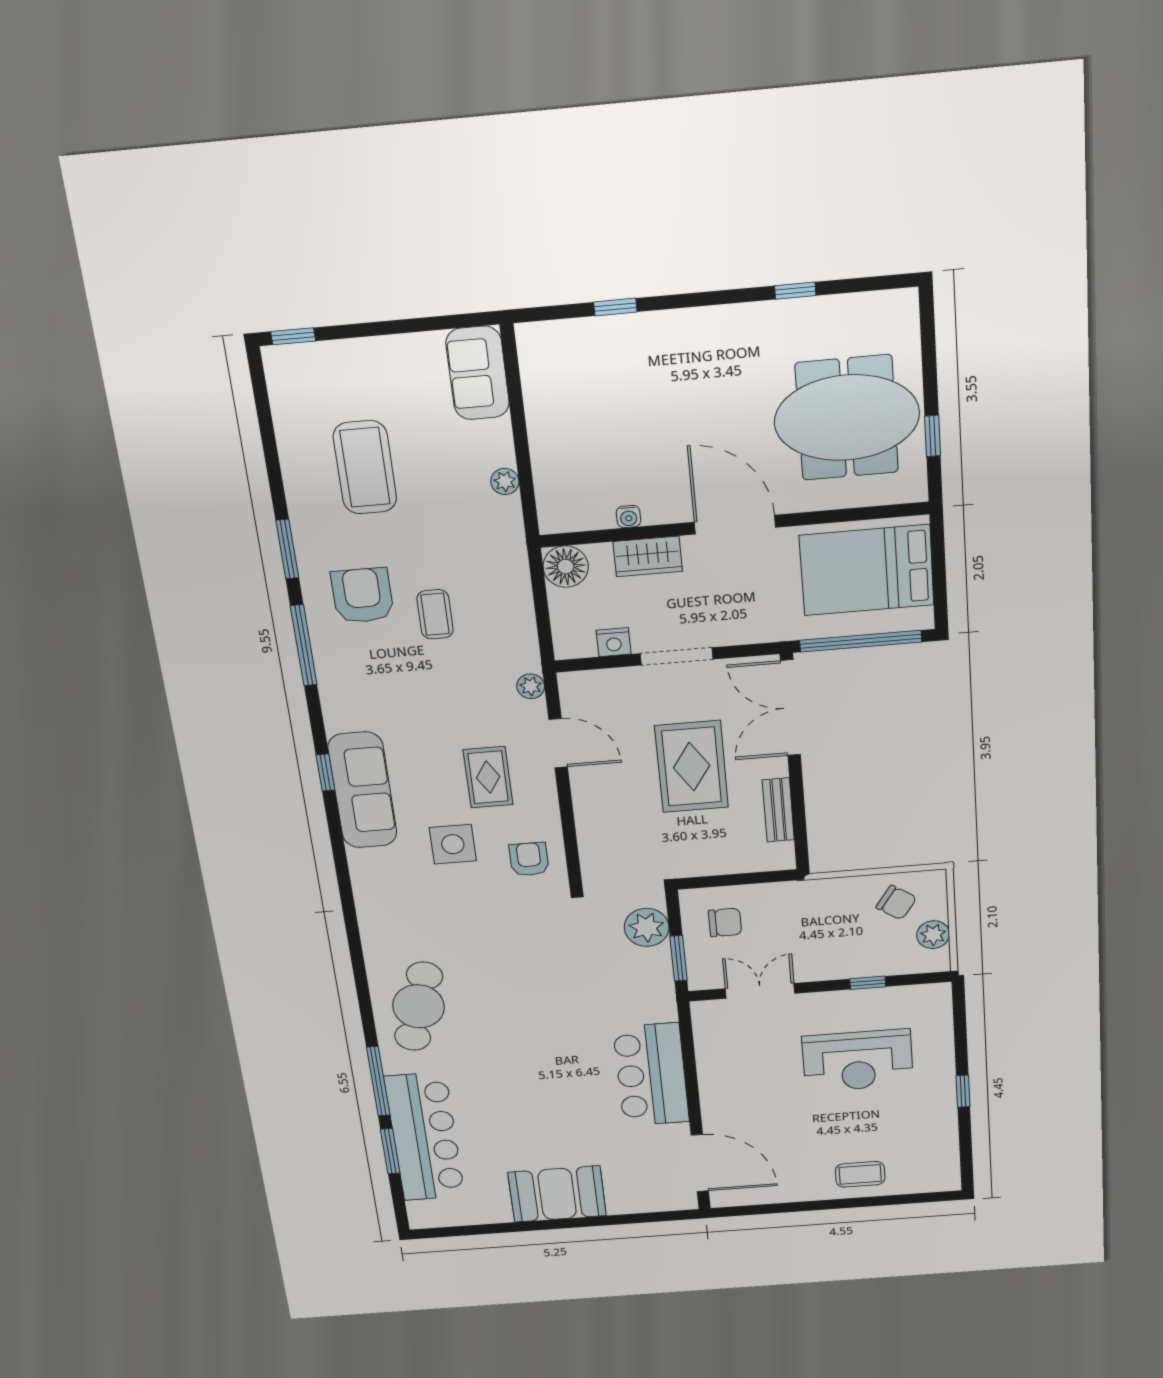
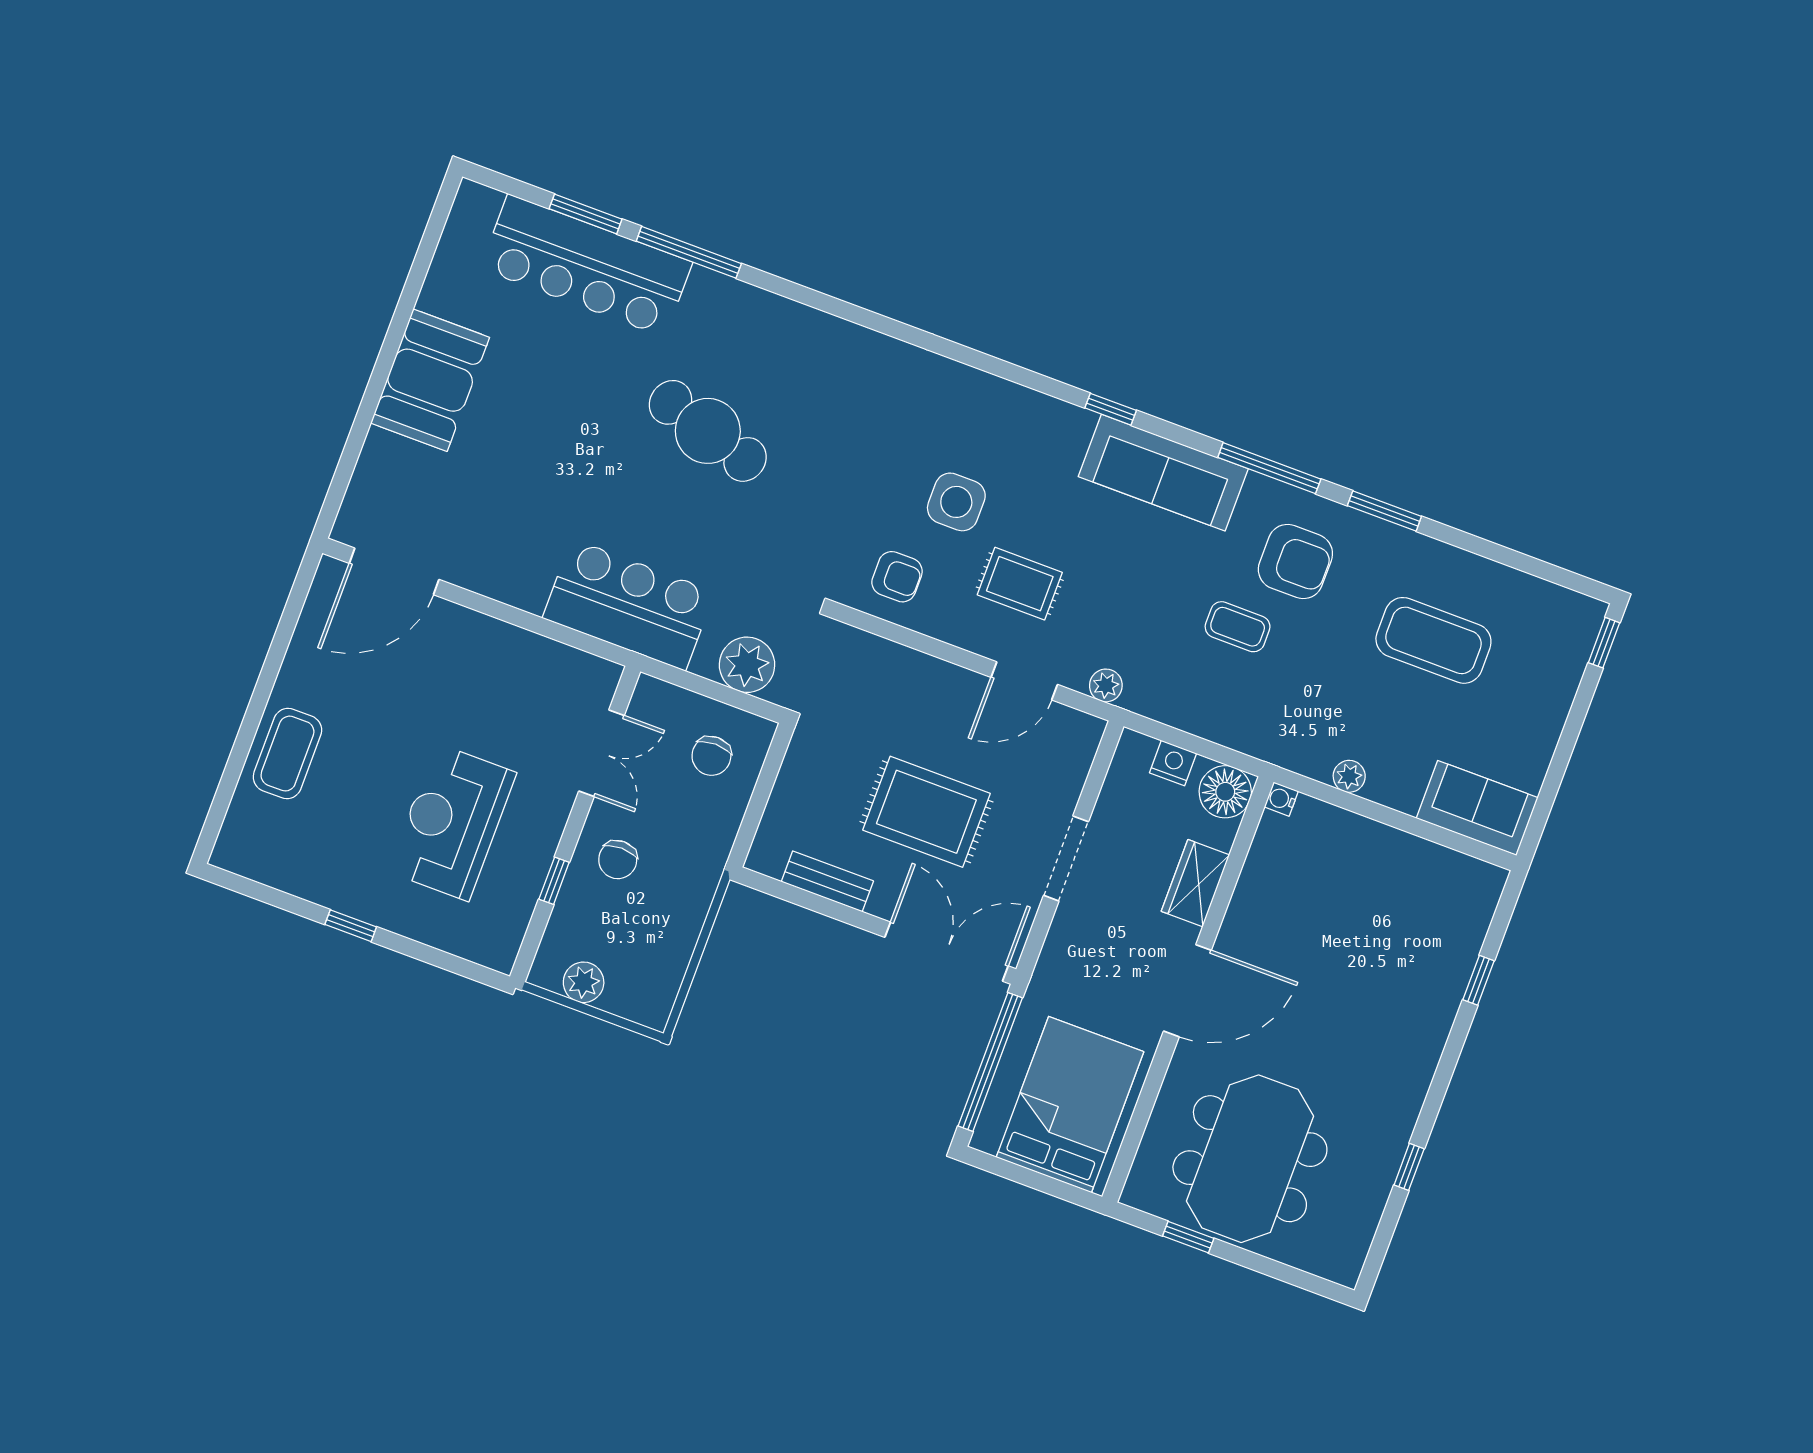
water cooler: (629, 517) -> (1281, 799), moved
nightstand: (614, 642) -> (1173, 763), moved, turned 90
sofa: (362, 790) -> (1163, 473), moved
chair: (896, 903) -> (618, 860), moved, turned -34
window: (678, 958) -> (689, 681), removed
cafe table: (419, 1006) -> (708, 431), moved
bar counter: (651, 1075) -> (629, 605), moved
coffee table: (860, 1174) -> (287, 754), width x1.36, depth x1.30

